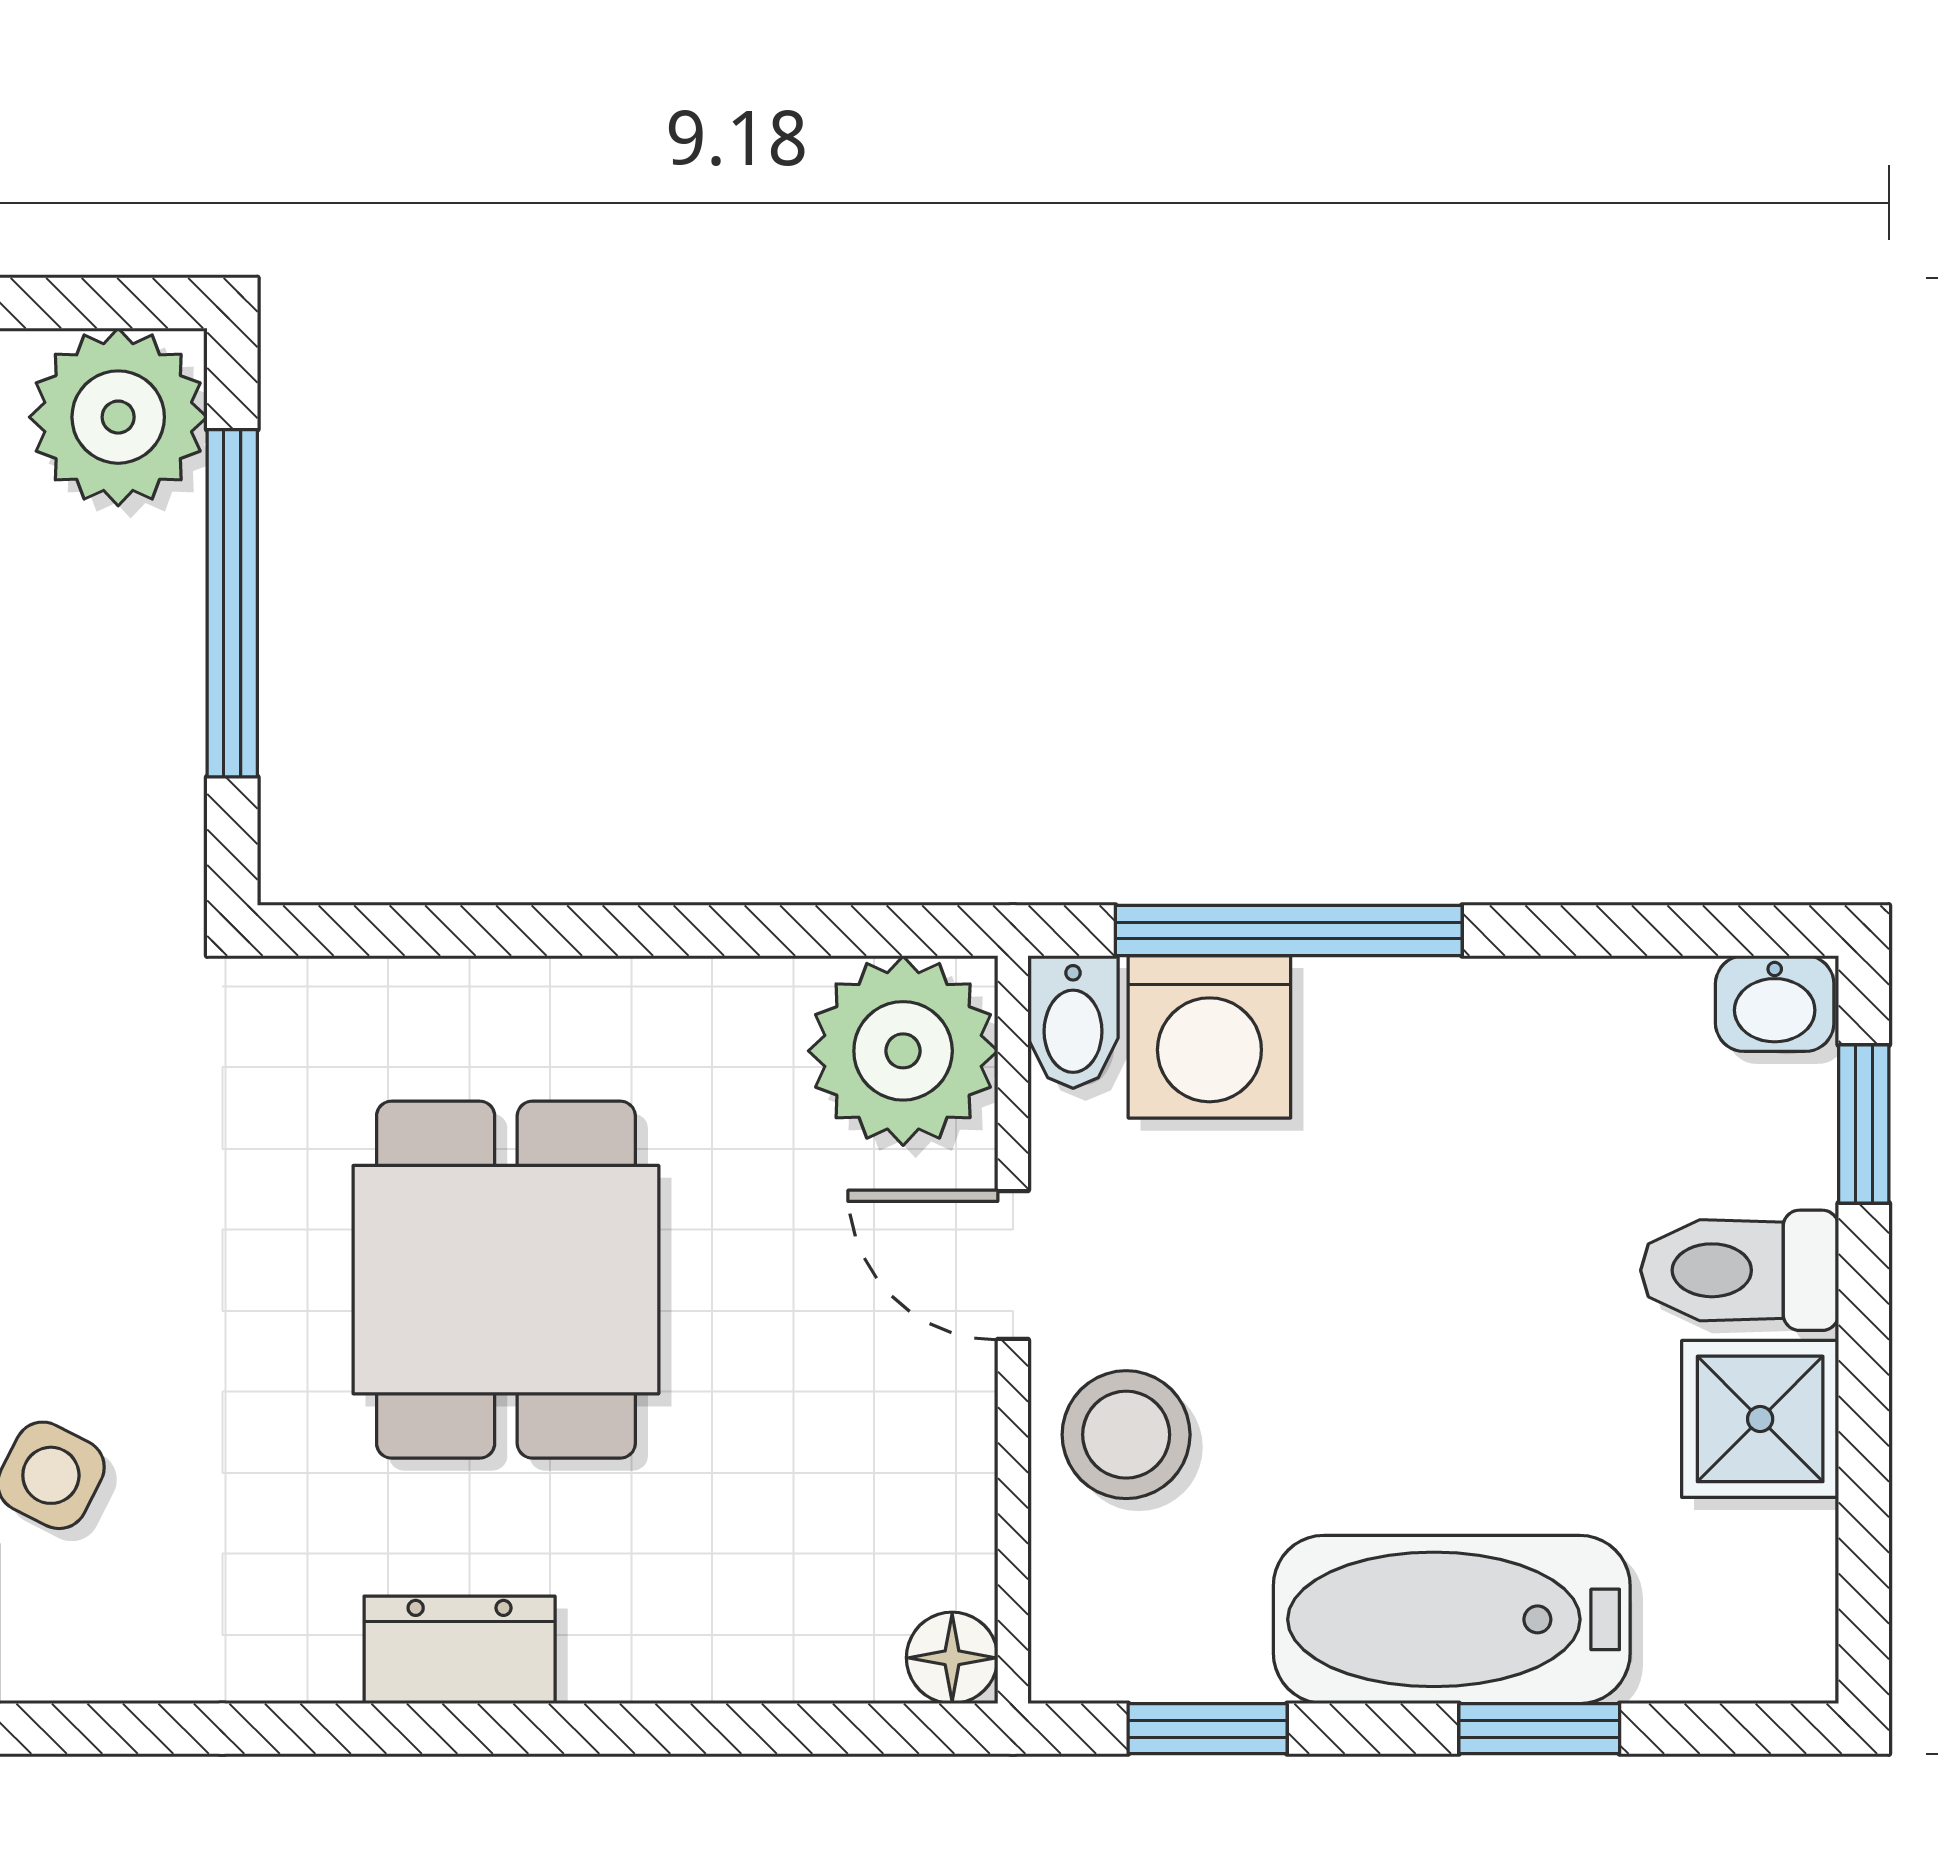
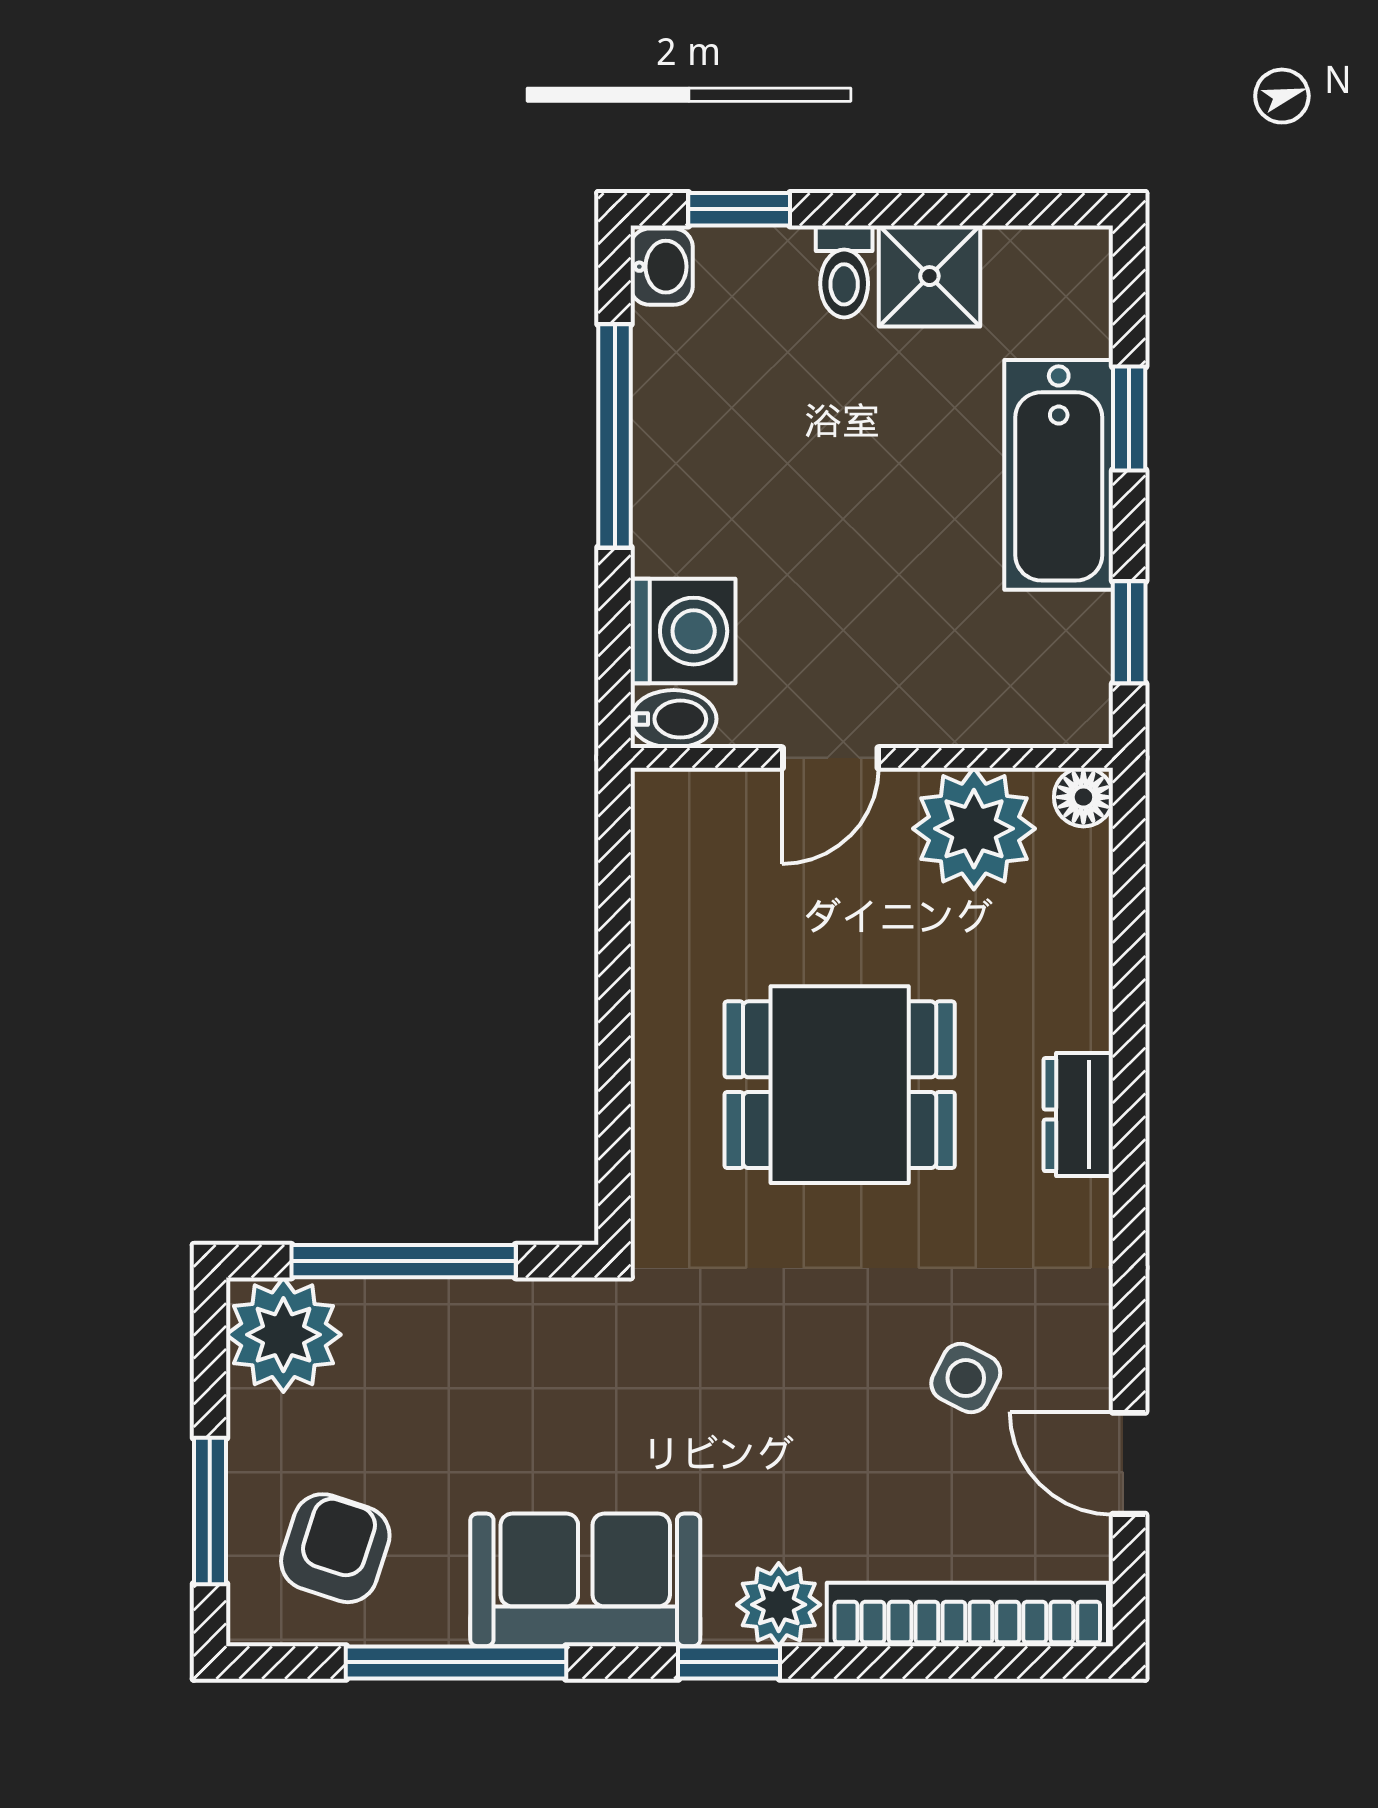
window: (1289, 930) -> (615, 436), moved
plant: (903, 1051) -> (974, 829), moved
toilet: (1740, 1270) -> (844, 272), width x0.73, depth x0.72
stool: (1126, 1435) -> (940, 685), removed

